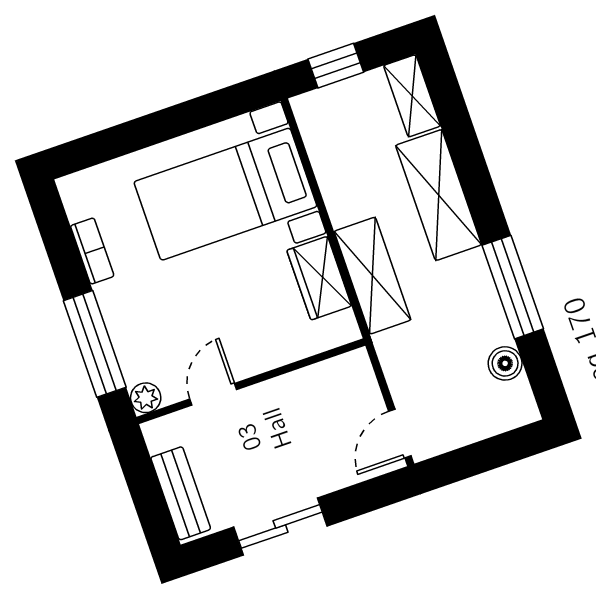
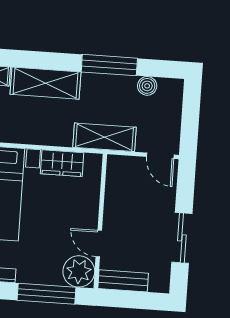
shelving: (372, 276) -> (104, 137), moved
plant: (146, 398) -> (79, 271), width x1.88, depth x1.88
bench: (181, 493) -> (123, 281), moved

